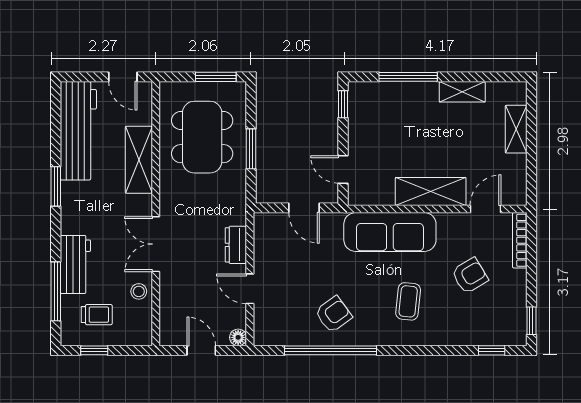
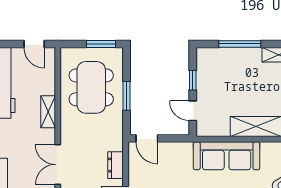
window: (343, 104) -> (193, 80), moved
shelving: (139, 160) -> (48, 112), width x0.67, depth x0.75
door: (304, 208) -> (147, 138), moved

